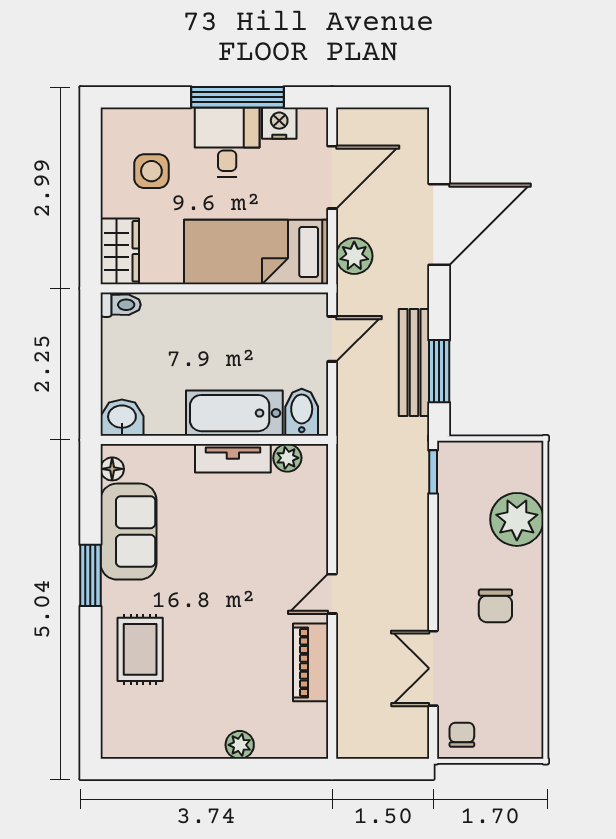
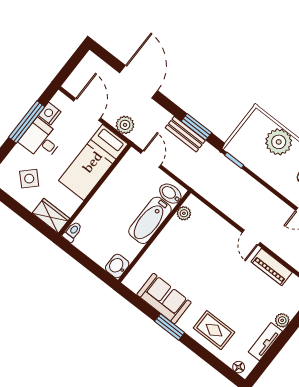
side table: (151, 171) -> (29, 179), turned 45
bench: (414, 362) -> (185, 134), width x0.73
tv unit: (233, 458) -> (265, 342), moved, turned 180
floor lamp: (112, 469) -> (239, 367), moved

